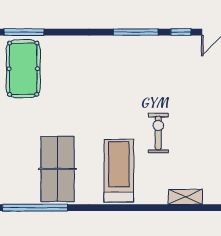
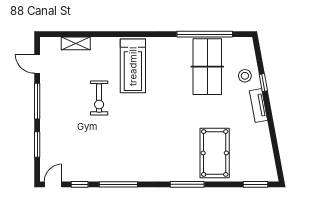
window: (24, 32) -> (187, 184), moved
table tennis table: (58, 169) -> (207, 67), moved

